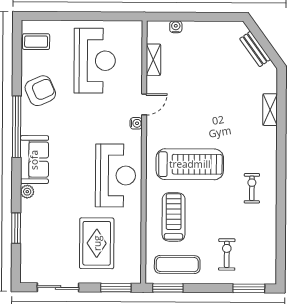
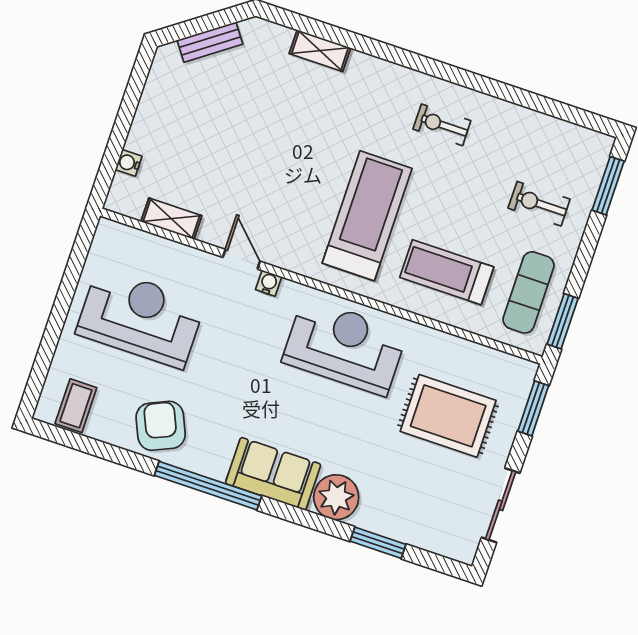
plant: (27, 192) -> (336, 497), width x1.87, depth x1.87

